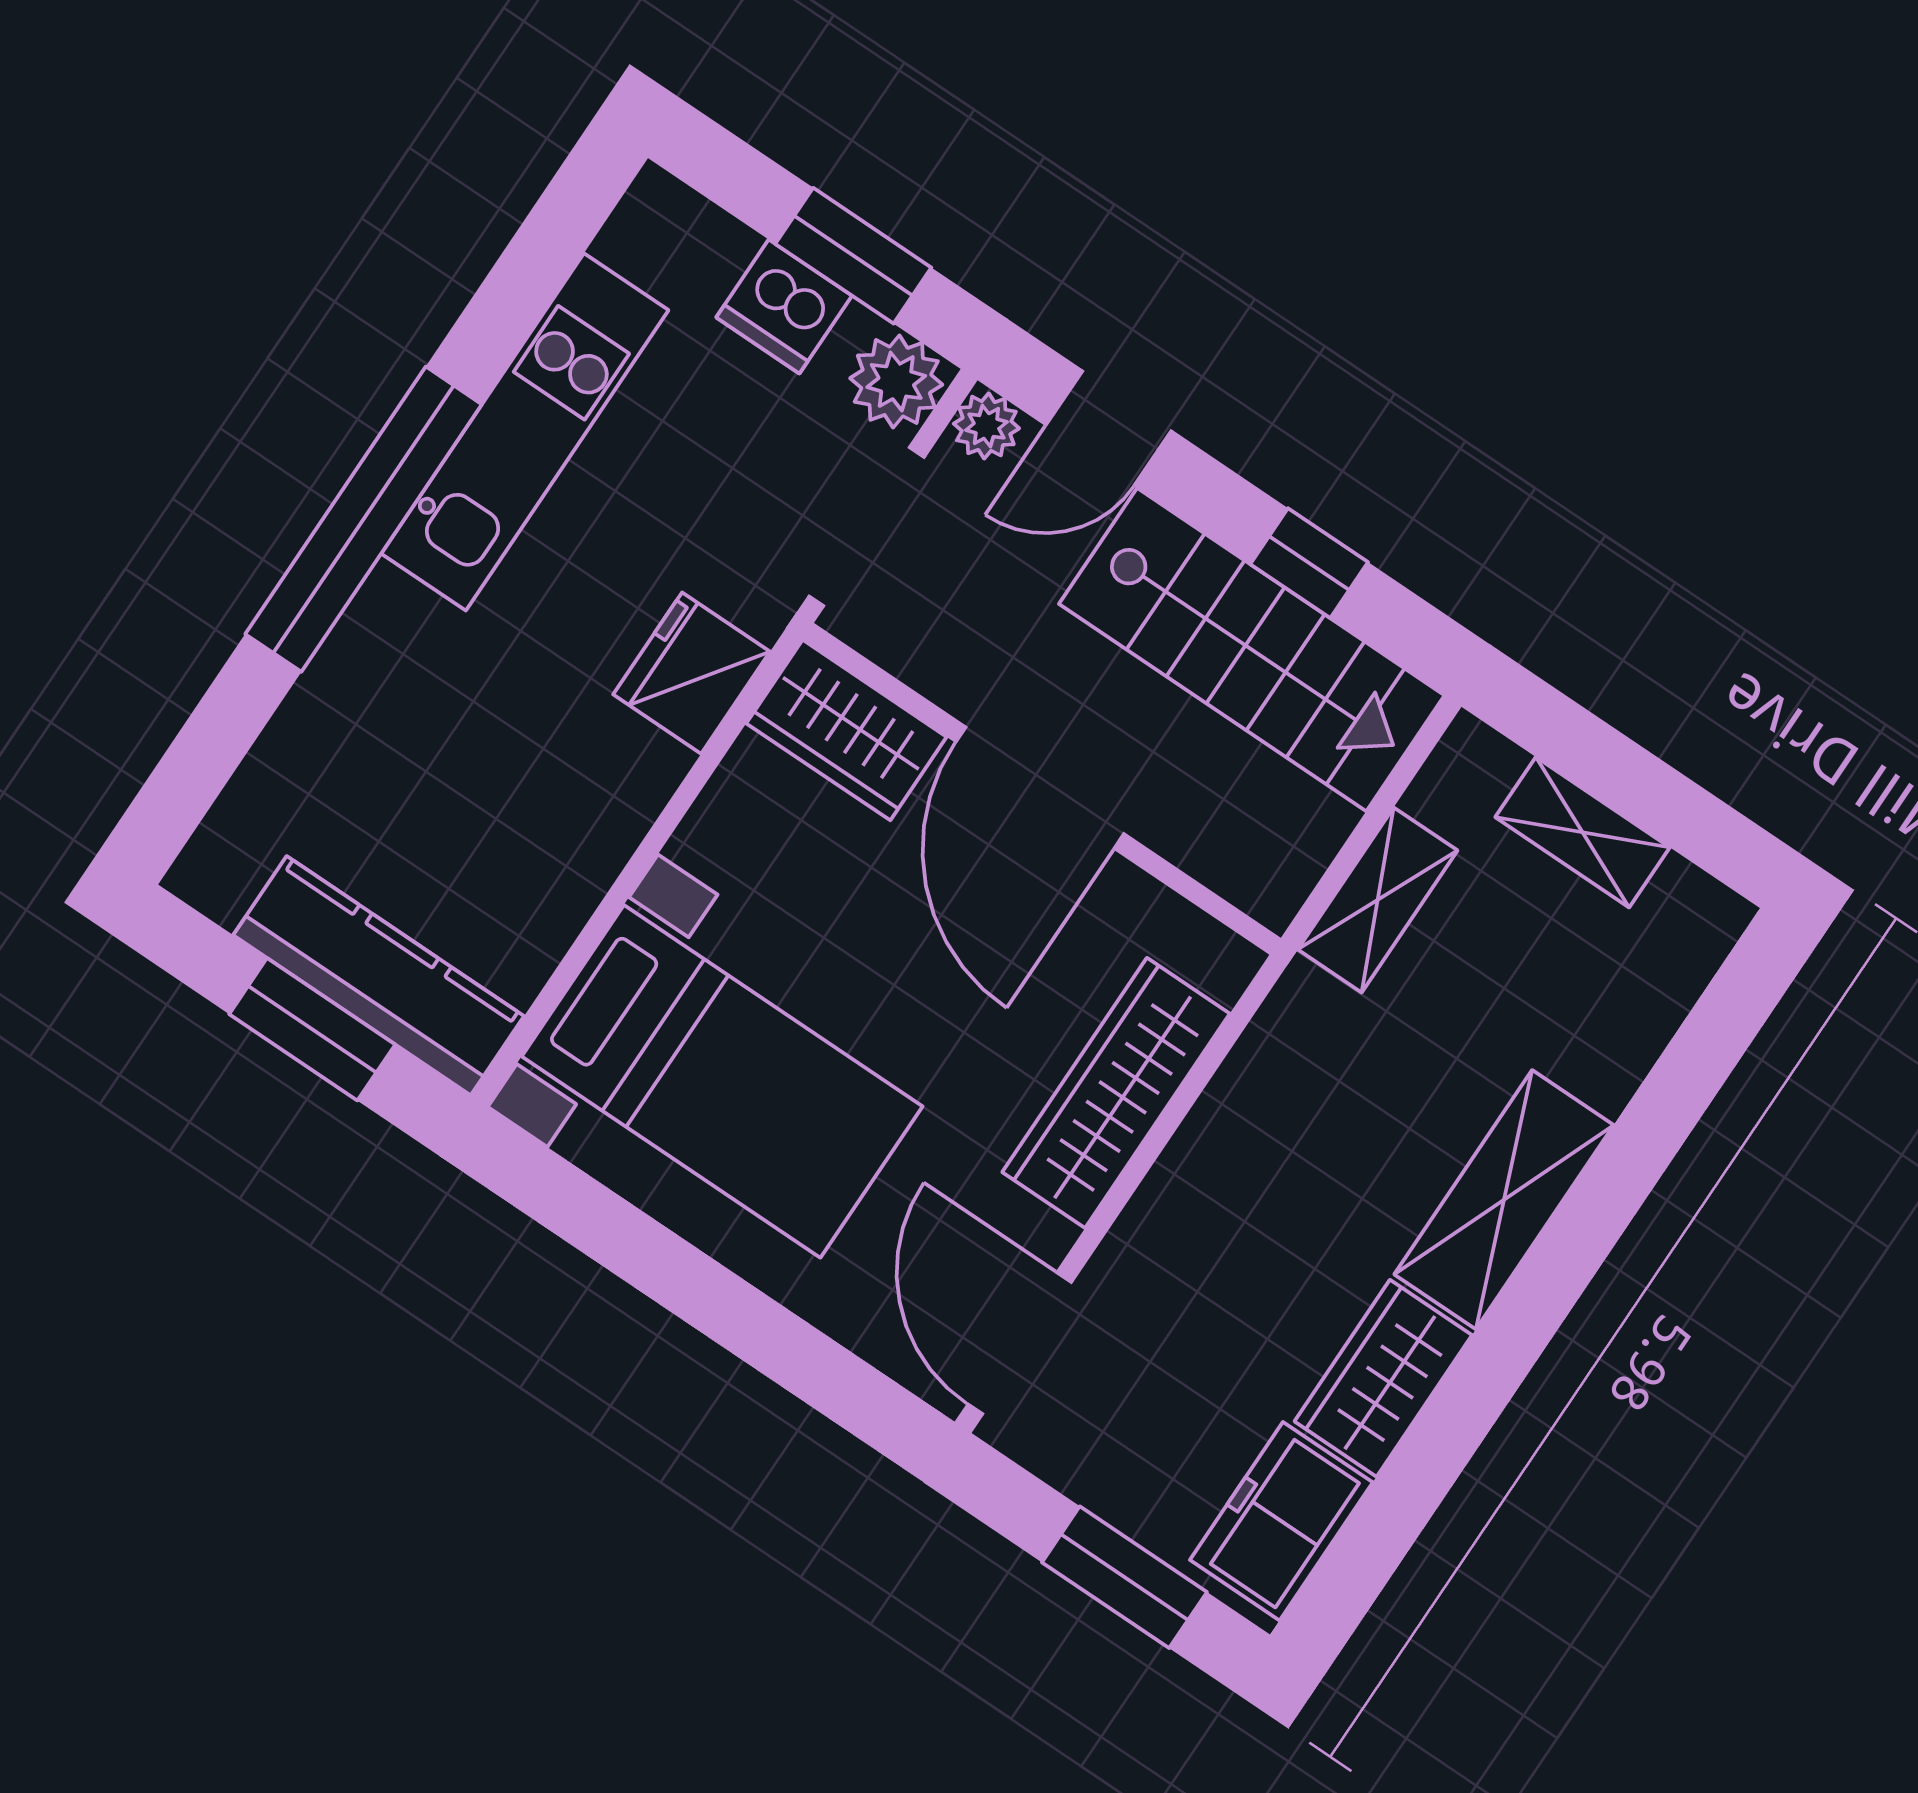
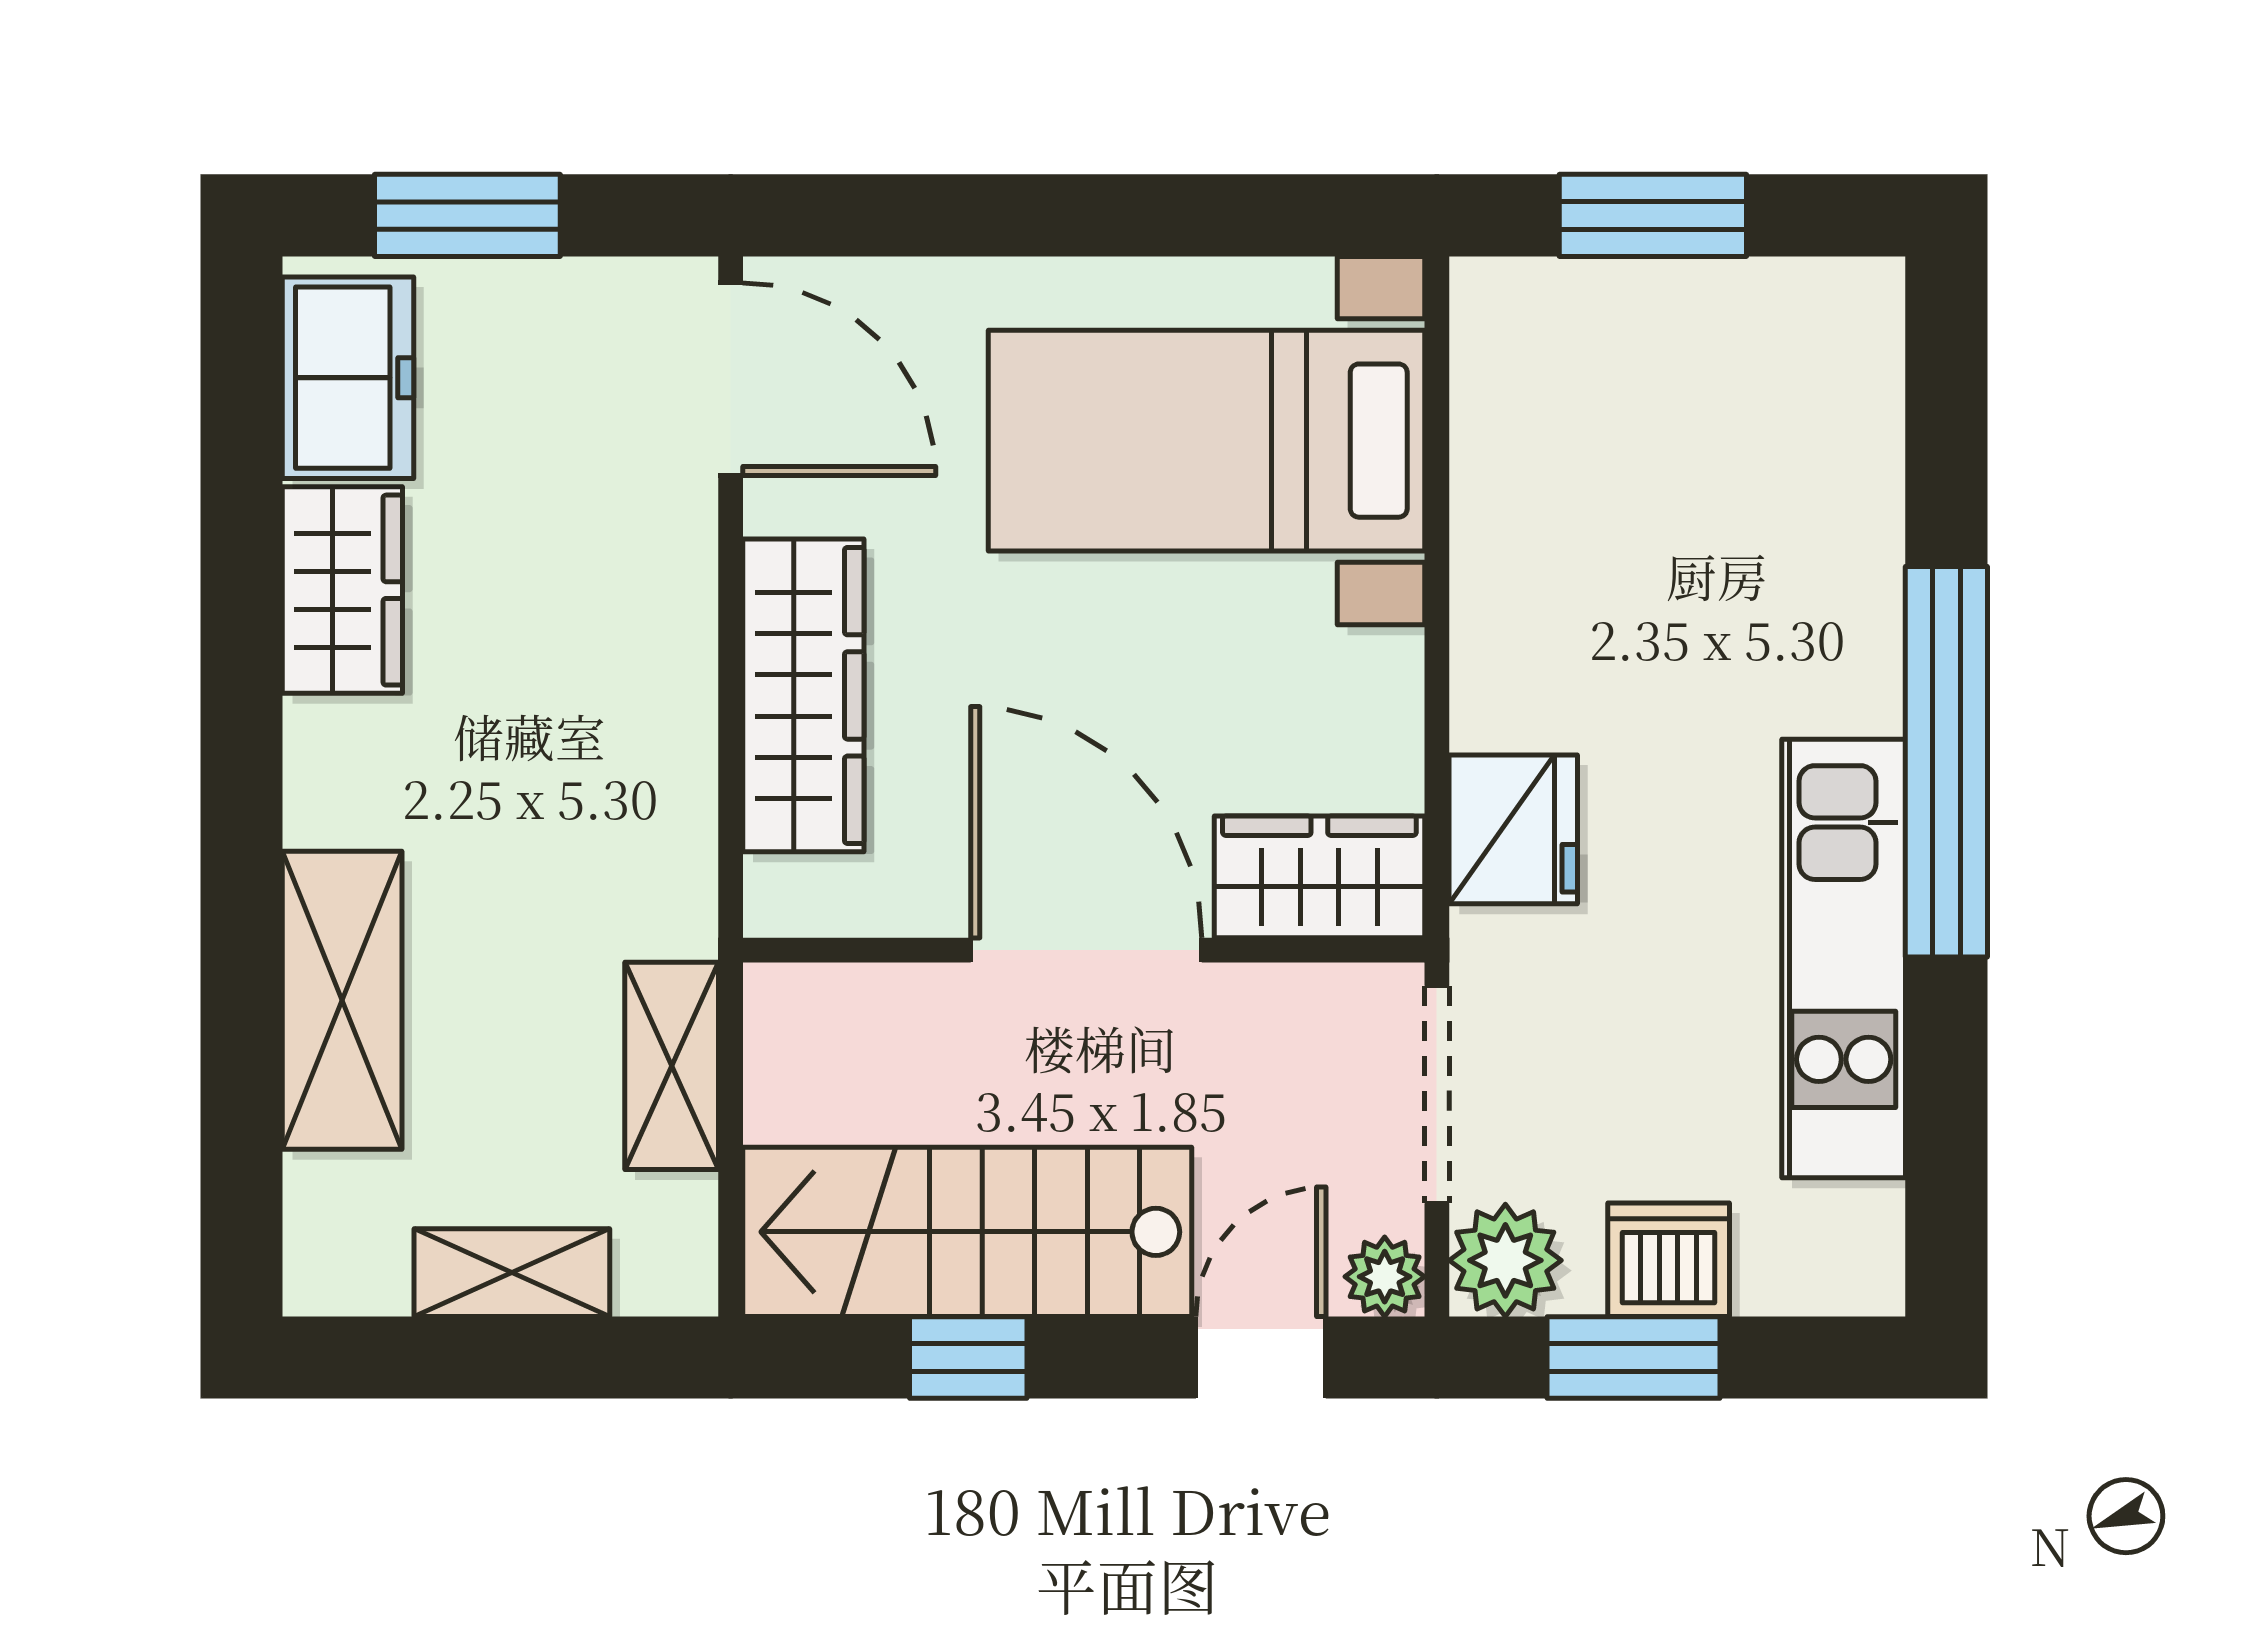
kitchen counter: (379, 976) -> (1622, 314), removed
shelving: (1504, 1200) -> (342, 1000), moved

